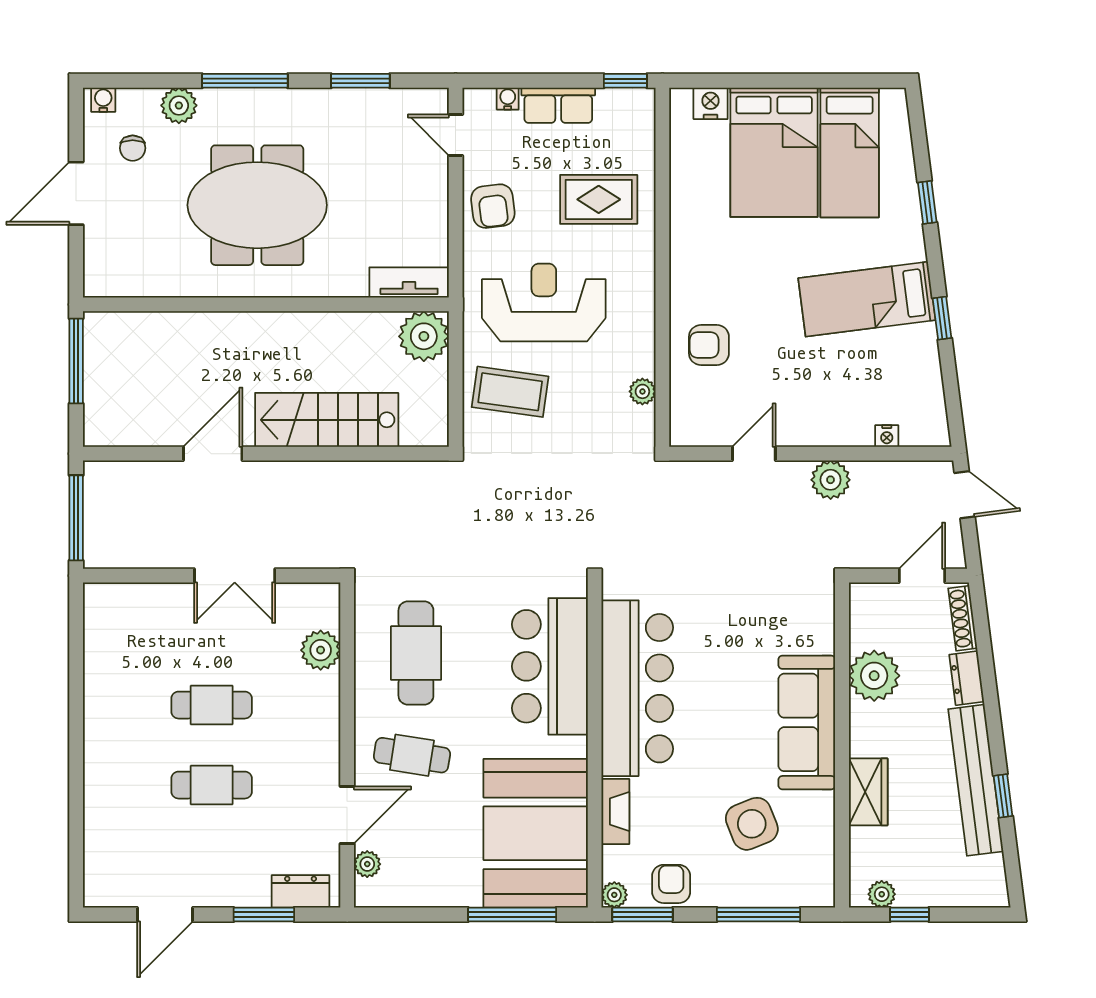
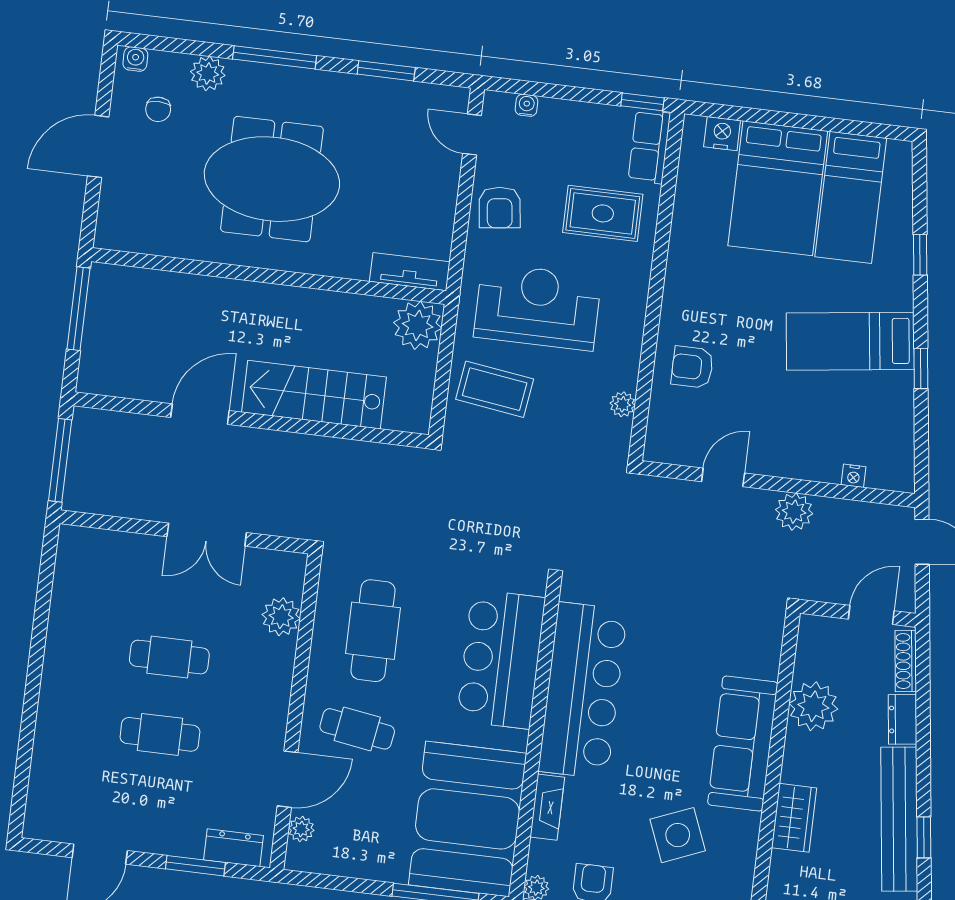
row of seats: (558, 105) -> (649, 147), moved, turned 90

